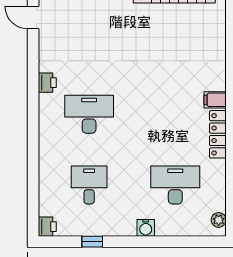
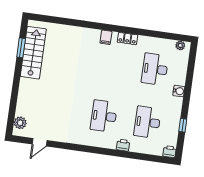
printer: (47, 83) -> (123, 145), moved
locker: (218, 134) -> (127, 39), width x0.66
desk: (89, 185) -> (147, 122), width x1.37

